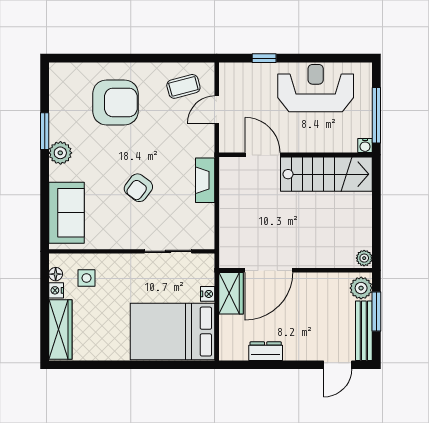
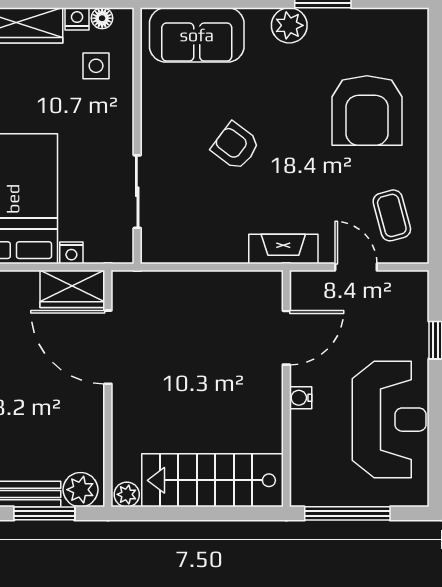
water cooler: (365, 145) -> (301, 398), moved
stairs: (326, 174) -> (212, 480), moved, turned 90
fireplace: (205, 180) -> (283, 249), moved

